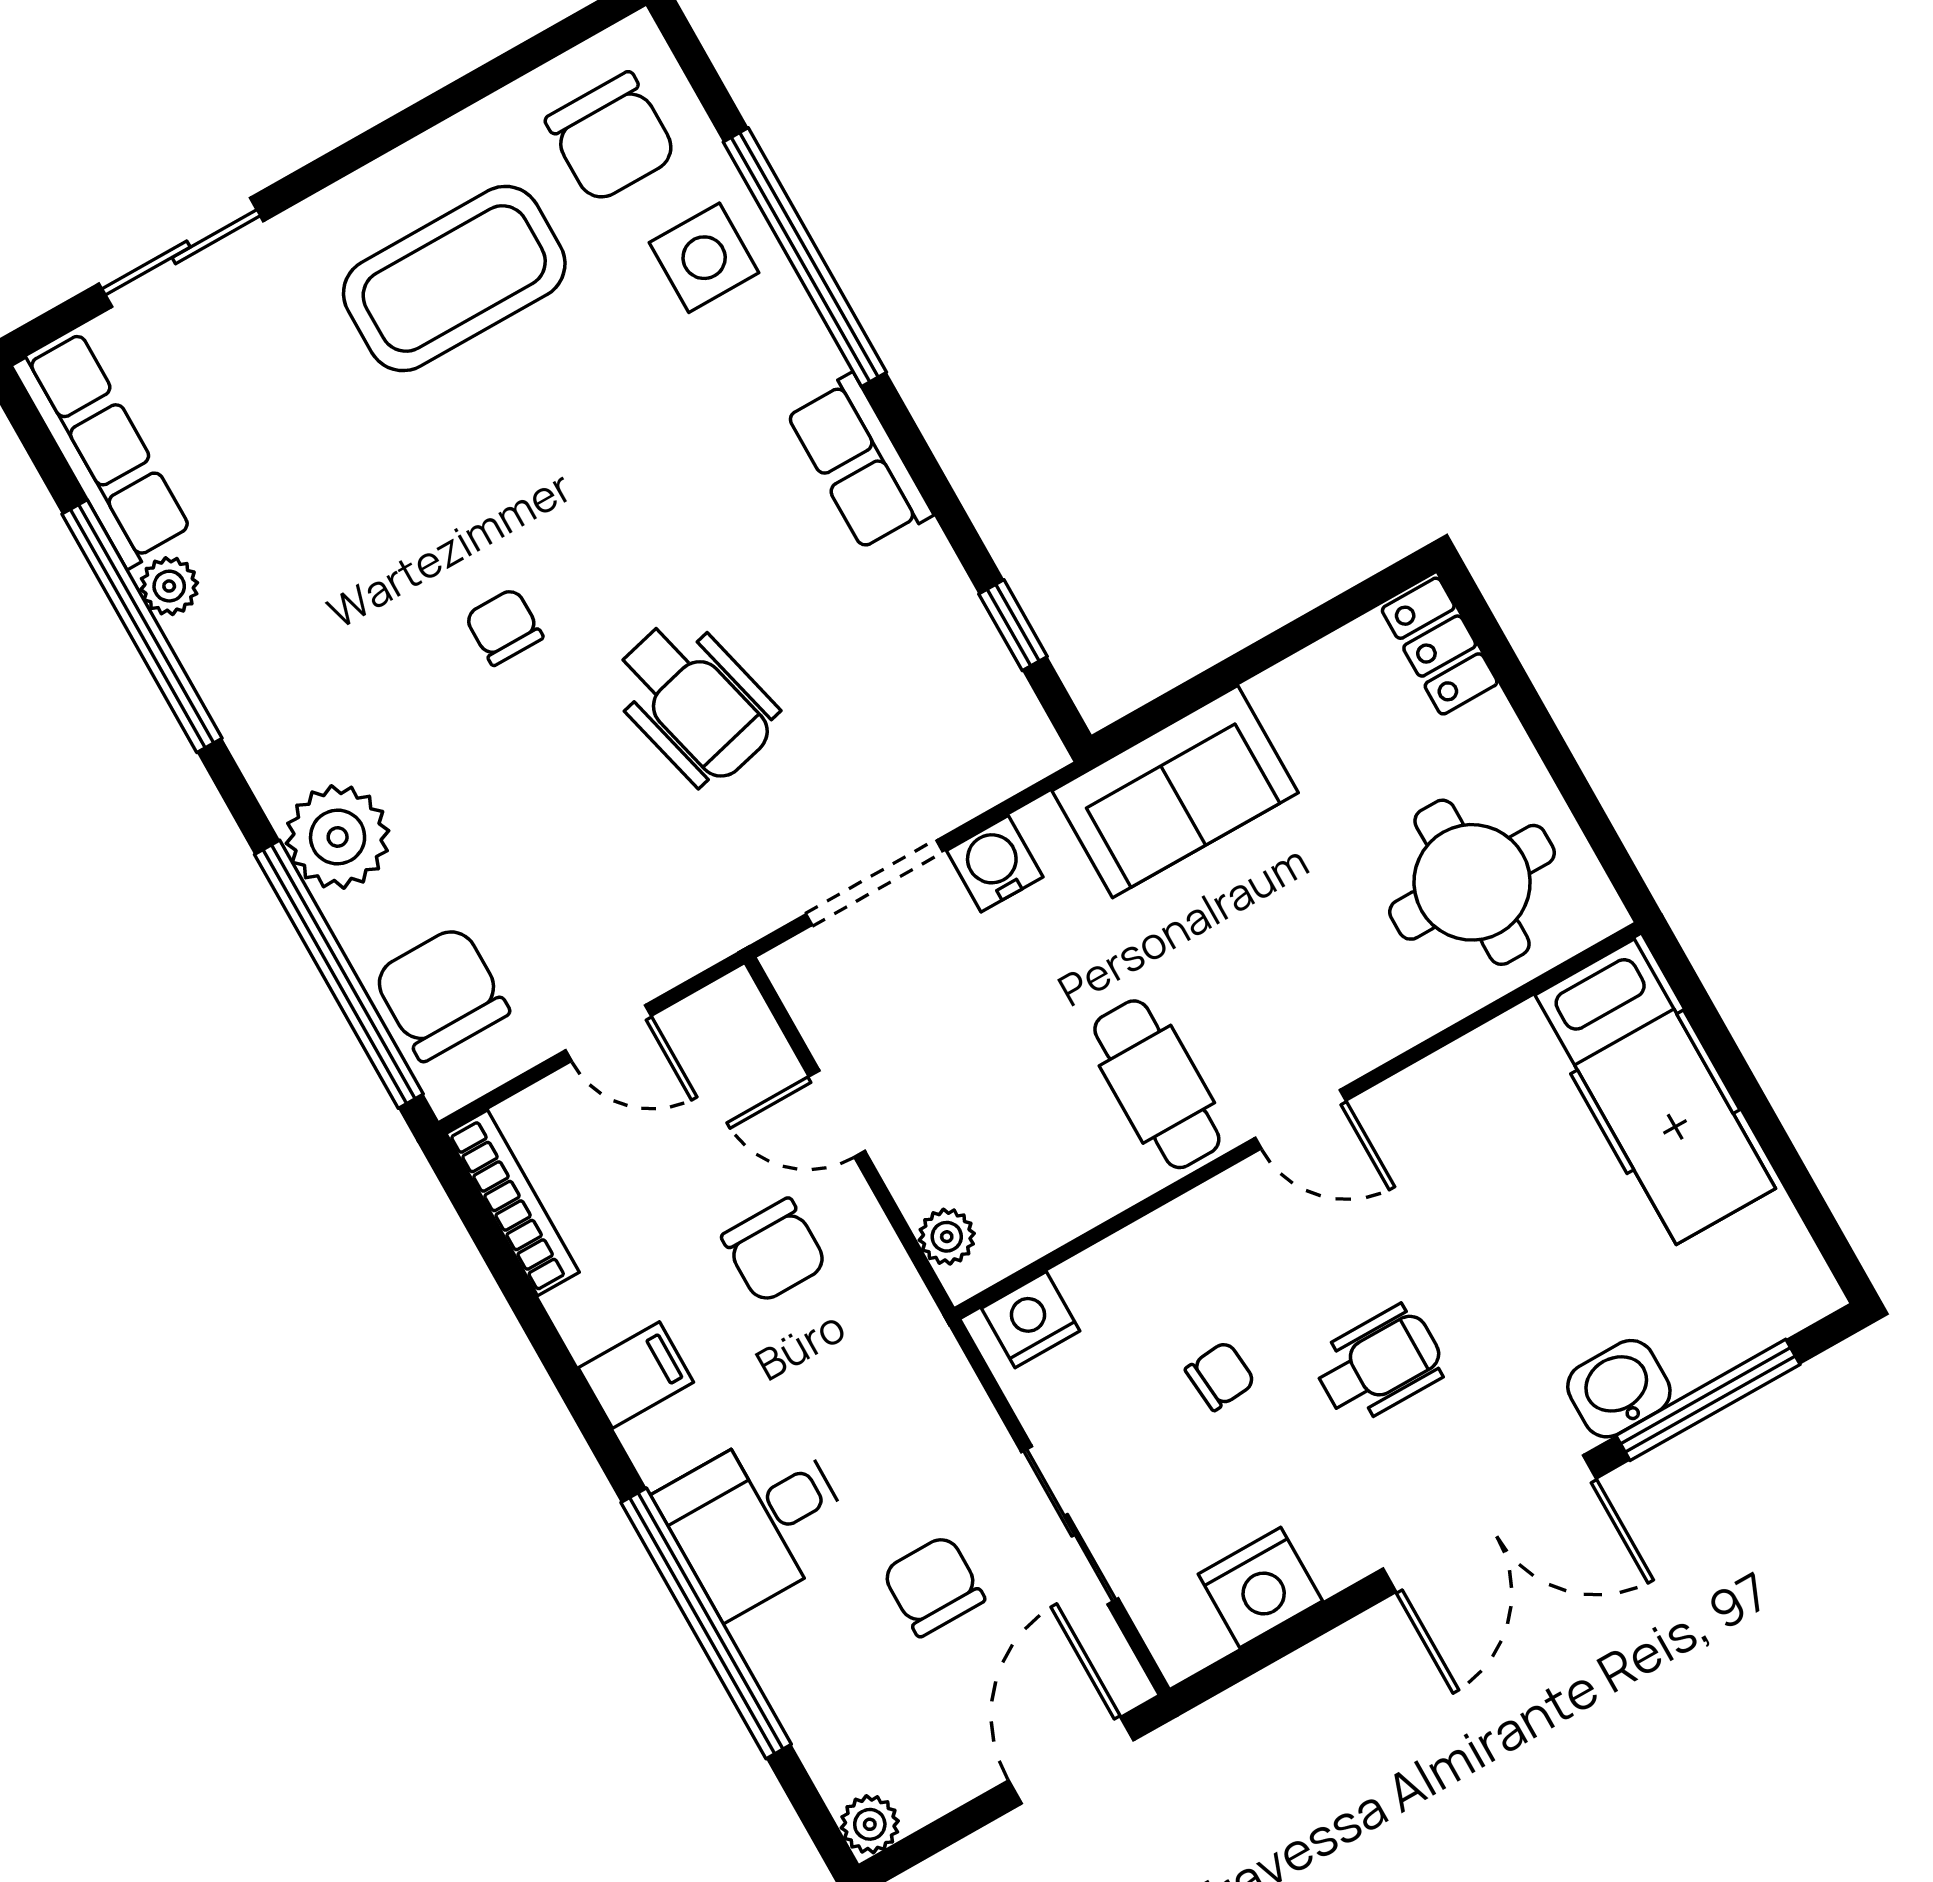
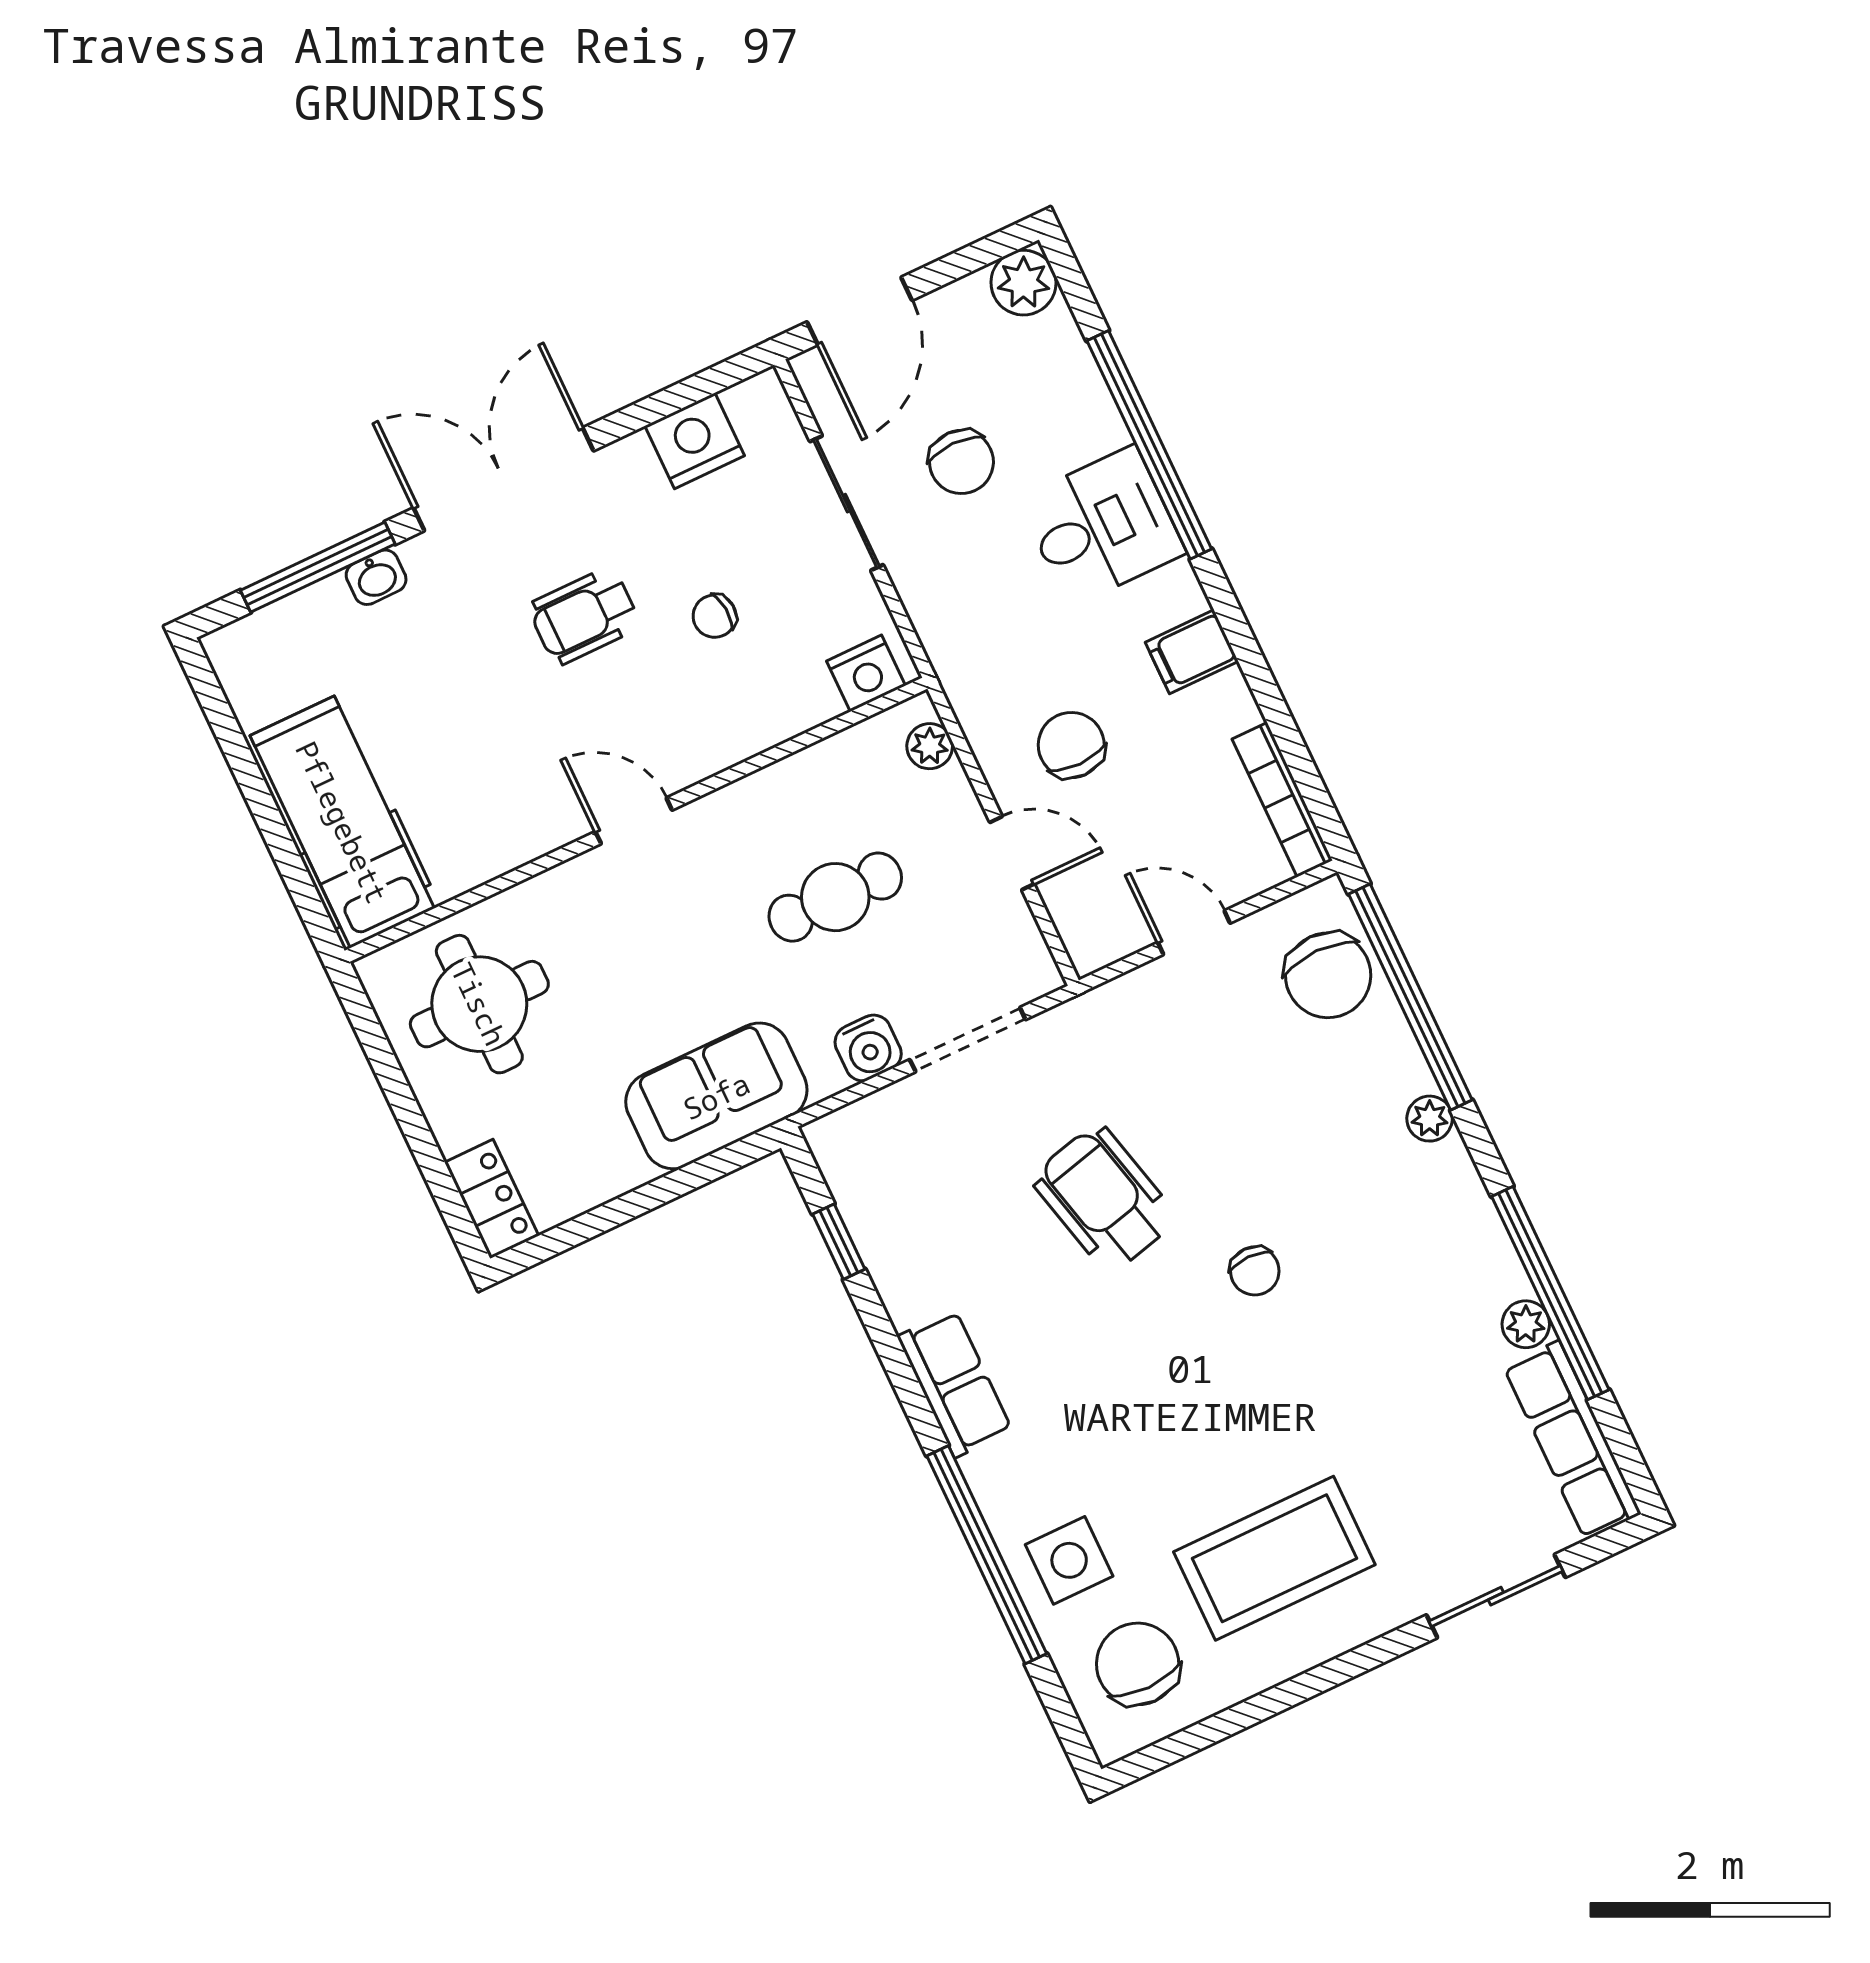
plant: (338, 837) -> (1430, 1119), width x0.53, depth x0.53
cafe table: (1157, 1084) -> (835, 897), moved, turned 90
washbasin: (1619, 1389) -> (376, 577), width x0.72, depth x0.69
plant: (870, 1824) -> (1024, 283), width x1.38, depth x1.38

